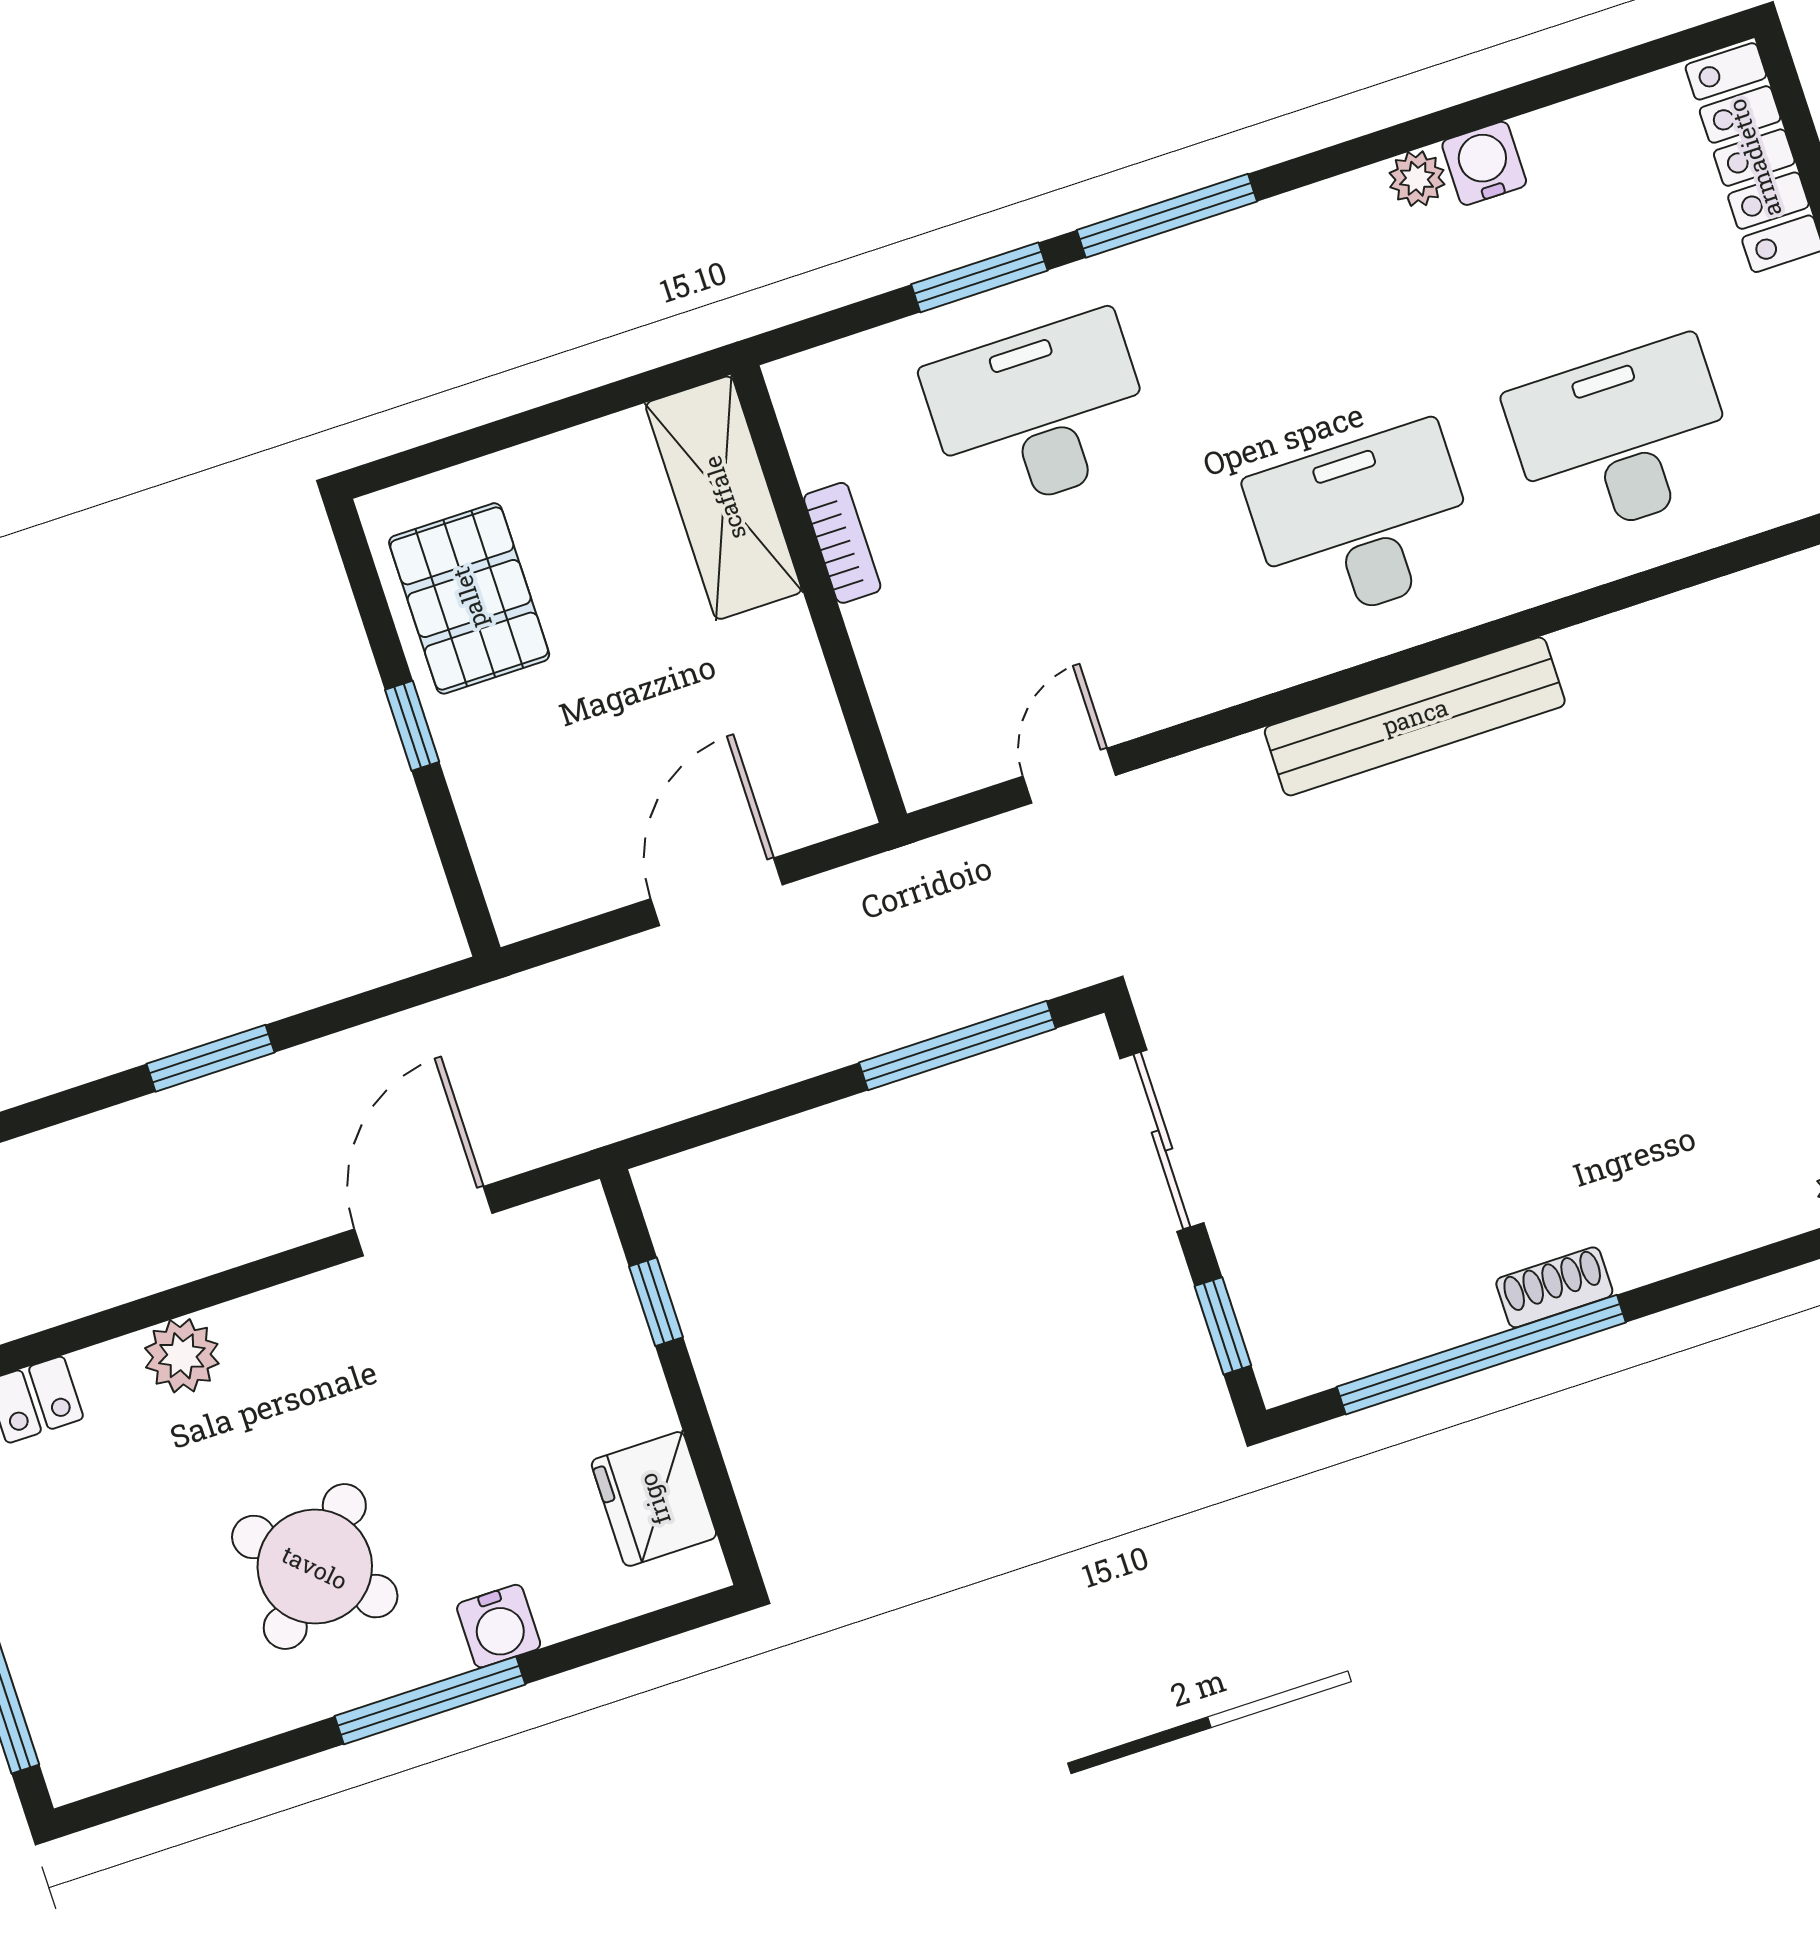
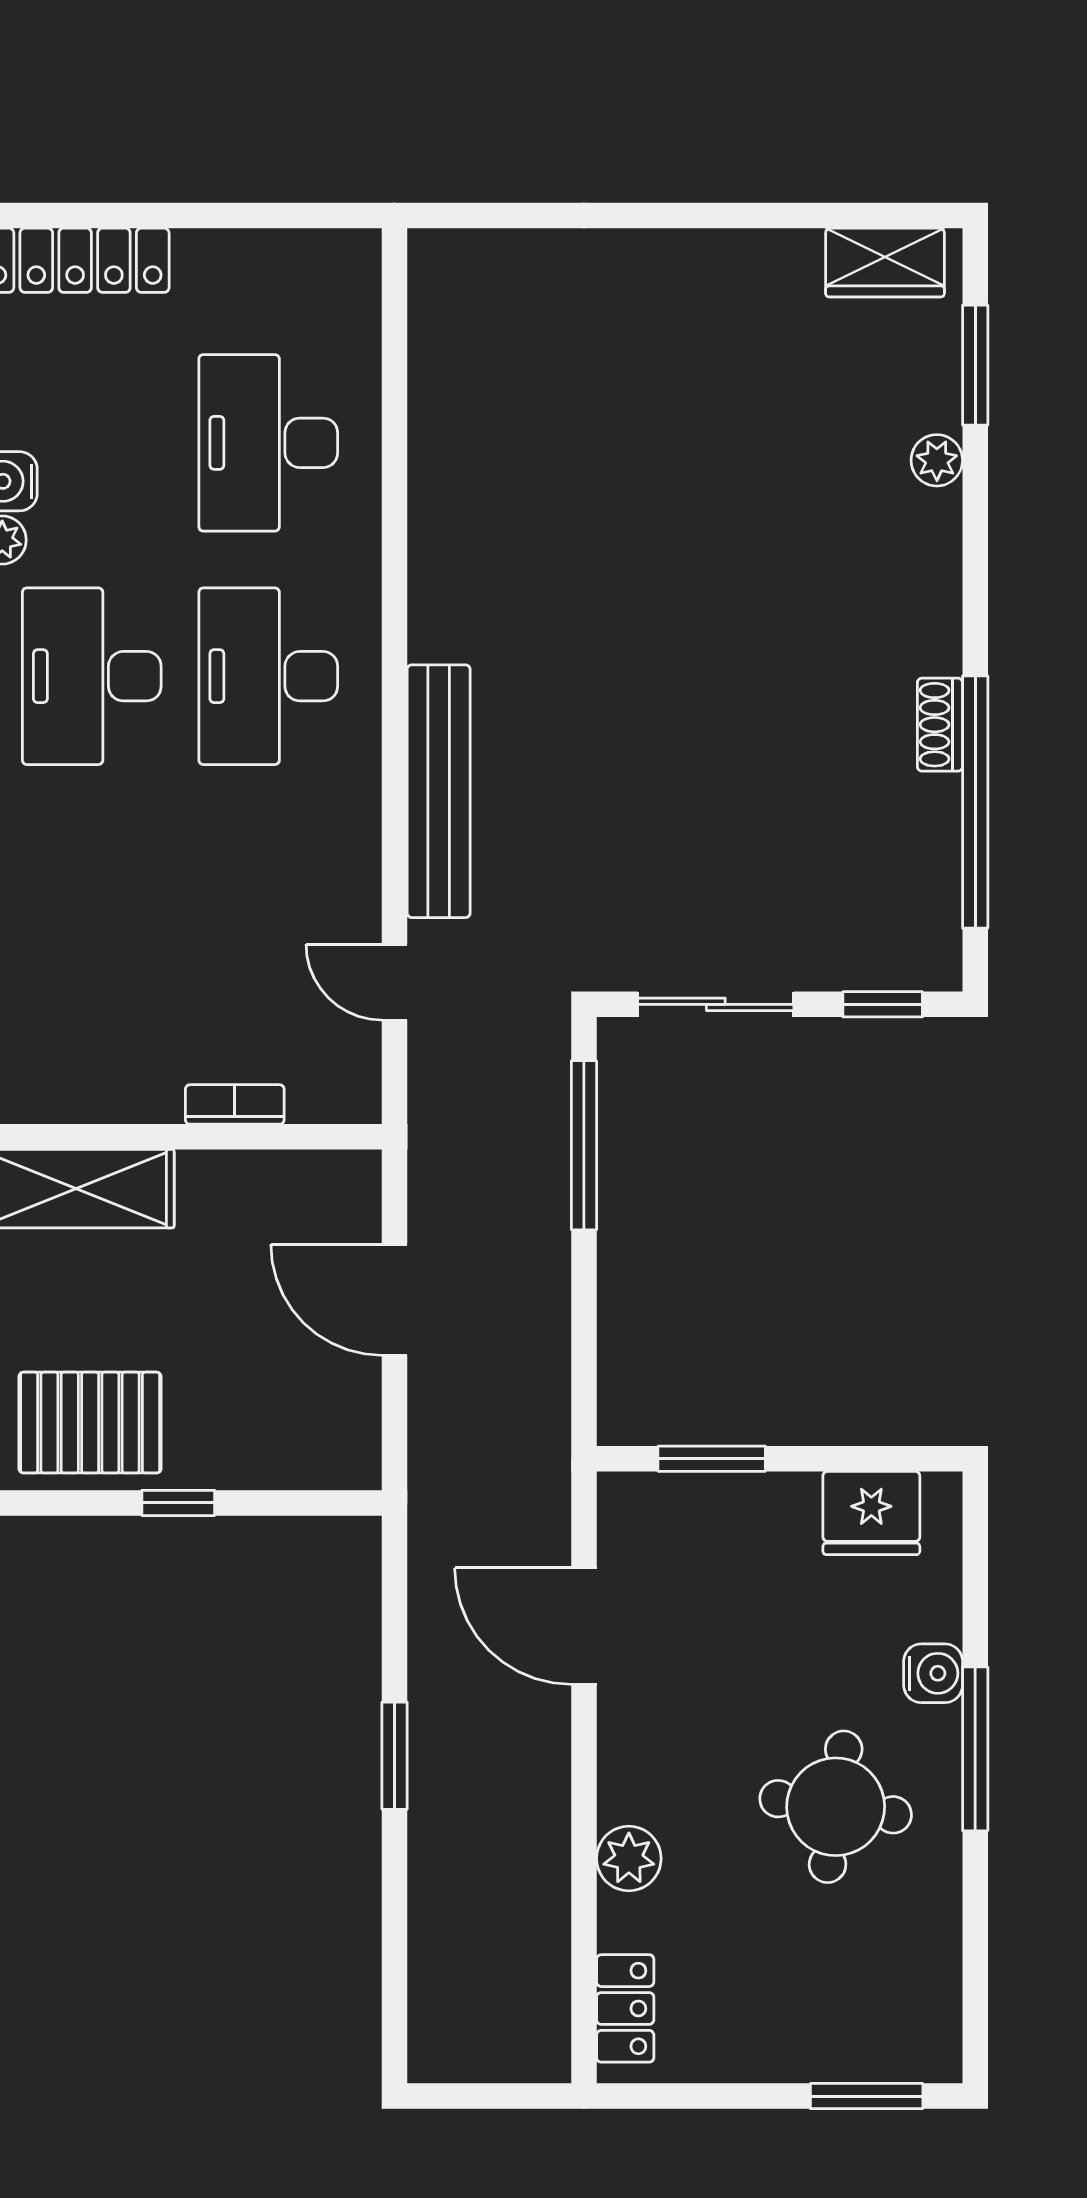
desk: (1039, 413) -> (92, 676), moved
bookcase: (842, 543) -> (235, 1104), moved
bench: (1415, 716) -> (439, 791), moved
window: (656, 1302) -> (712, 1459), width x1.50
round table: (315, 1567) -> (836, 1807), turned -36

